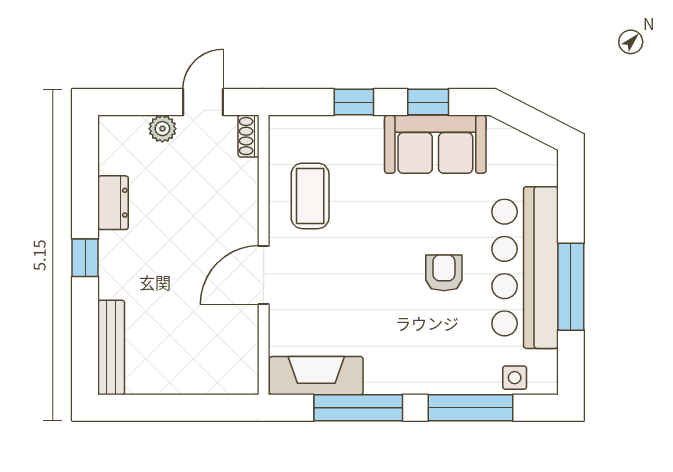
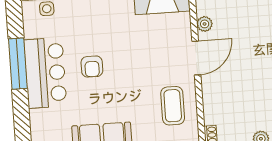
bar counter: (525, 268) -> (45, 73), width x0.73
plant: (245, 332) -> (205, 24), added

